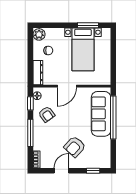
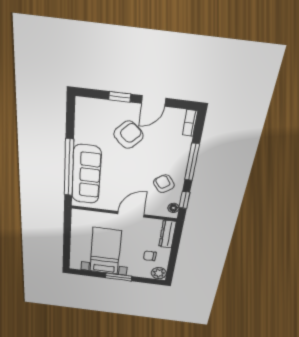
window: (88, 25) -> (119, 277), moved
window: (93, 171) -> (120, 97), moved

